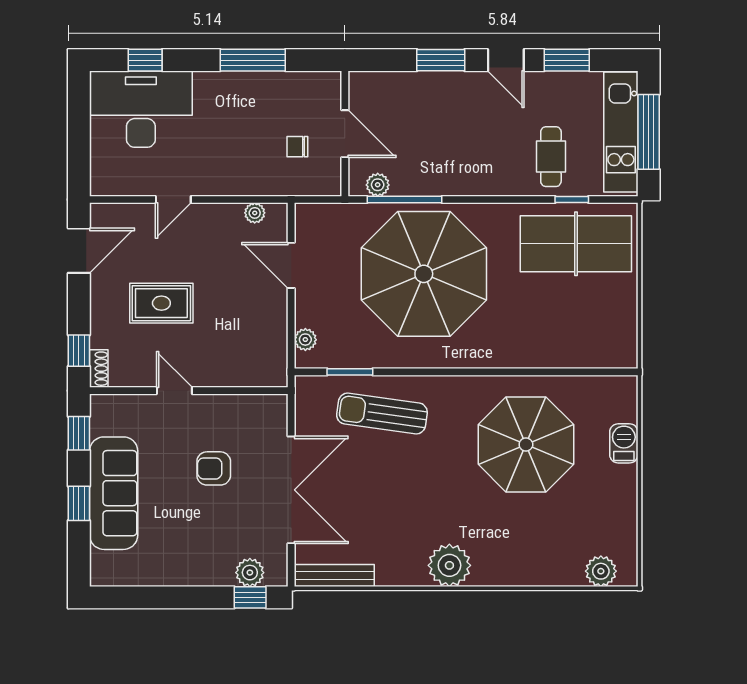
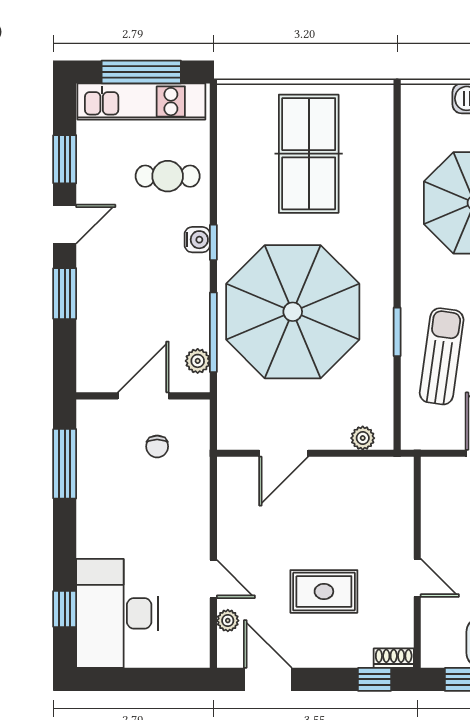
window: (253, 60) -> (65, 464), moved
water cooler: (491, 184) -> (197, 240), added
window: (572, 199) -> (213, 242), moved
plant: (255, 213) -> (228, 621), moved
table tennis table: (576, 244) -> (309, 154), moved
rug: (161, 303) -> (324, 591), turned 90
window: (350, 372) -> (397, 332), moved
door: (174, 391) -> (417, 578), swing flipped
sun lounger: (382, 414) -> (442, 356), turned 180

